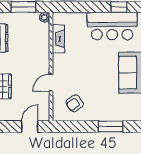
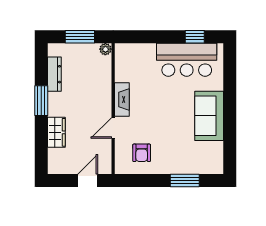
fireplace: (58, 39) -> (122, 99), moved
armchair: (75, 103) -> (142, 153), turned -55

